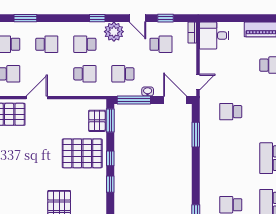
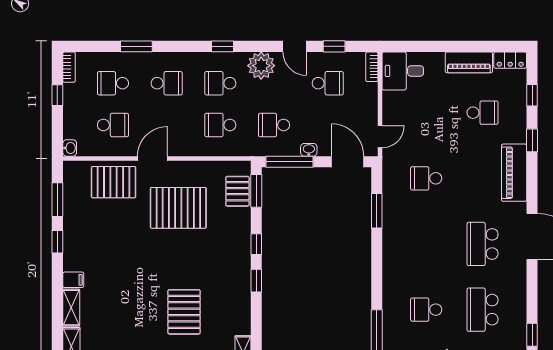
window: (97, 18) -> (223, 46), moved
school desk: (85, 74) -> (220, 125), turned 180
pallet: (82, 153) -> (178, 208), moved

